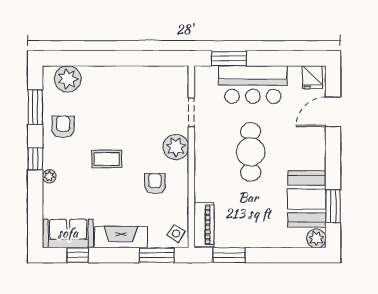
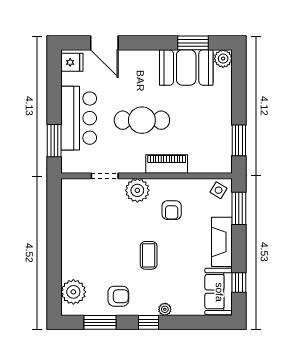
armchair: (63, 127) -> (118, 296), turned 180
armchair: (155, 184) -> (172, 210), turned -90
piano: (204, 225) -> (167, 164), moved

